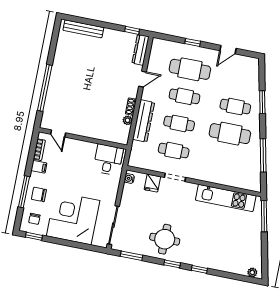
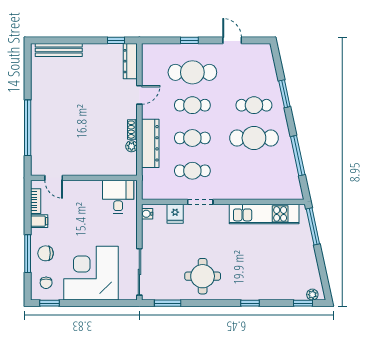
door: (228, 50) -> (232, 40), swing flipped
window: (172, 264) -> (303, 303), moved

